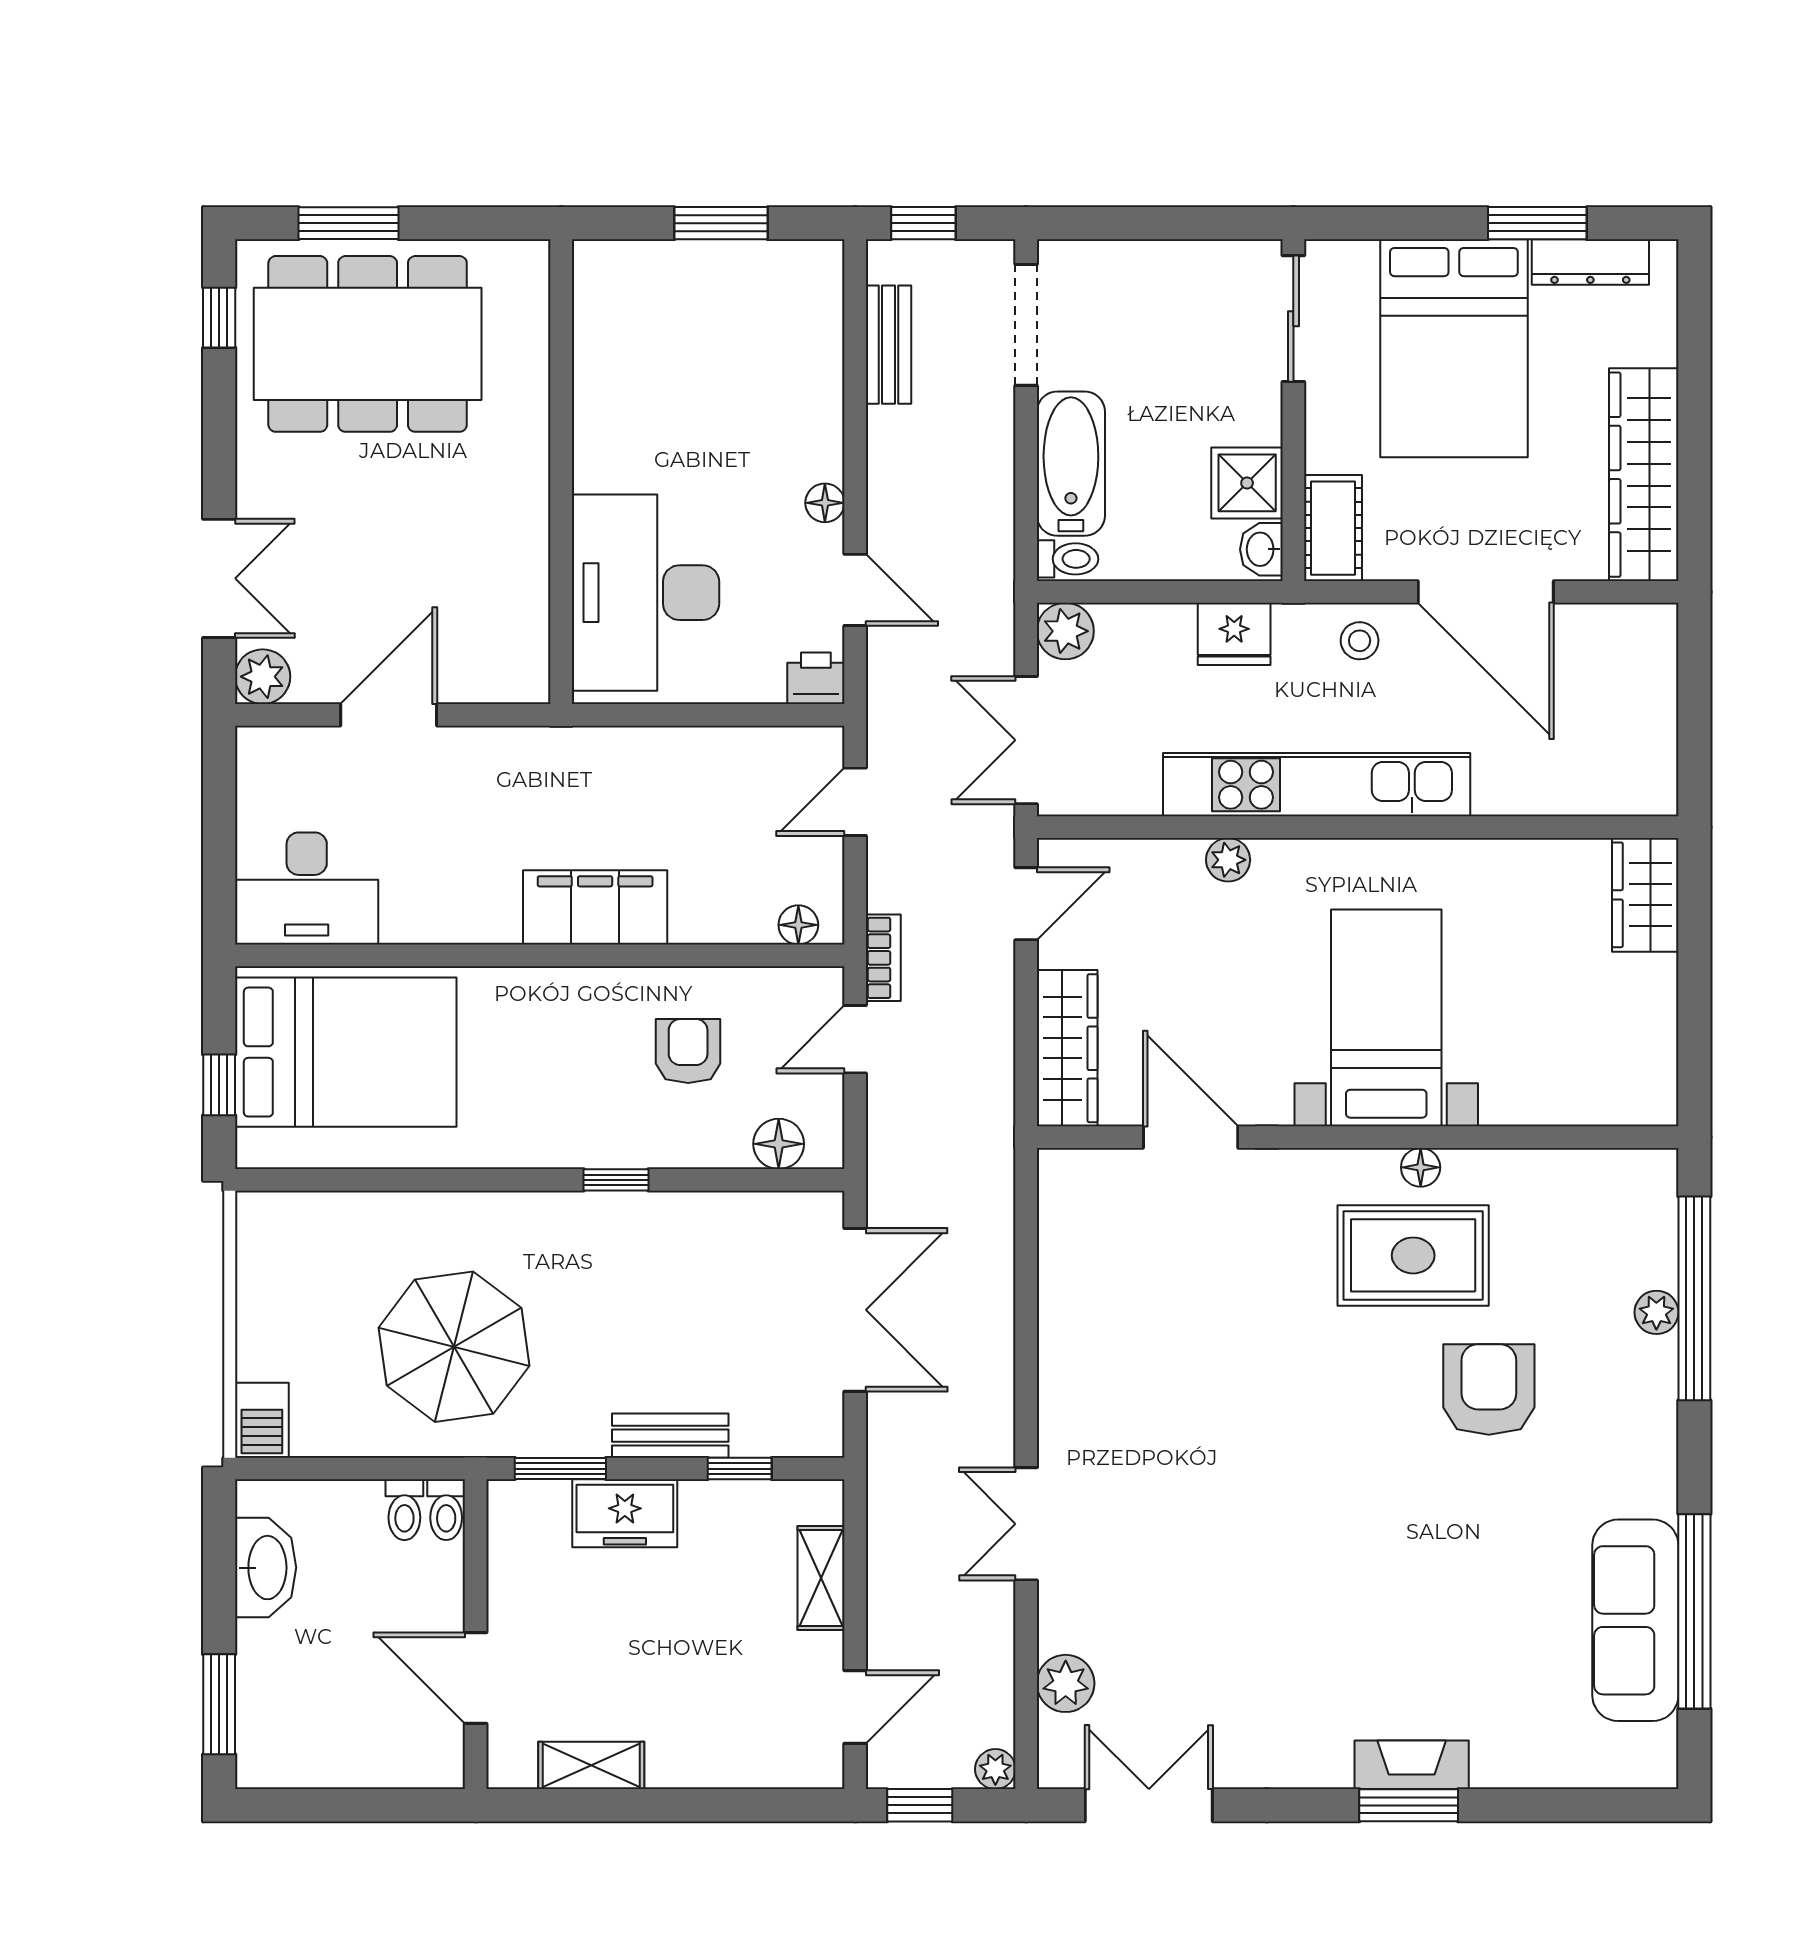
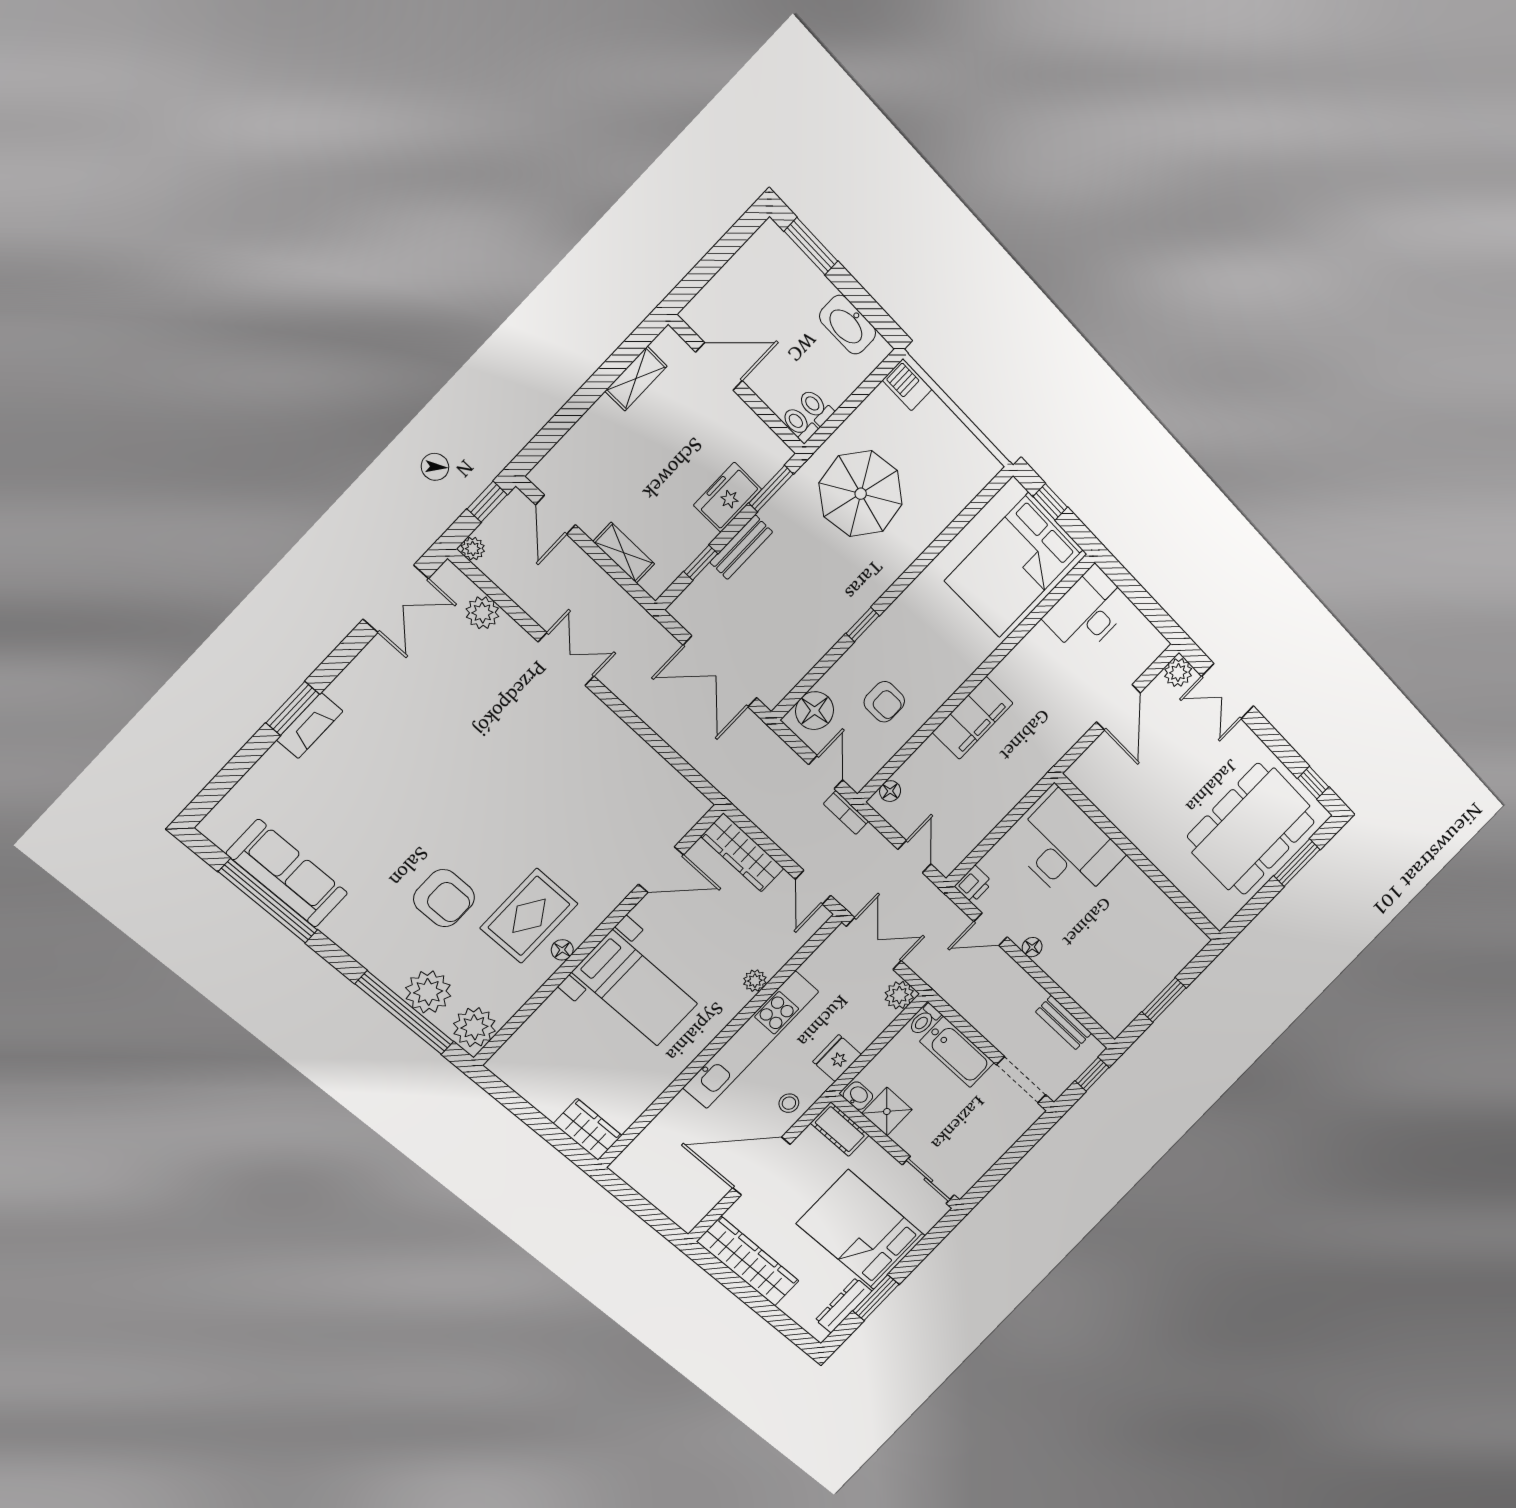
floor lamp: (779, 1144) -> (815, 711), width x1.38, depth x1.38
plant: (1633, 1186) -> (474, 1027), added
plant: (1656, 1312) -> (428, 992), width x1.87, depth x1.87

